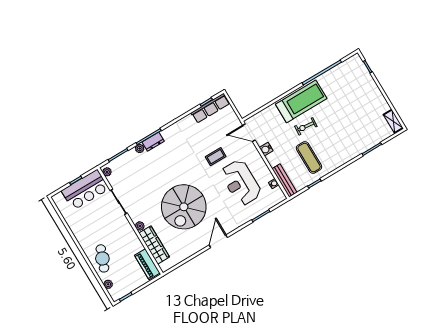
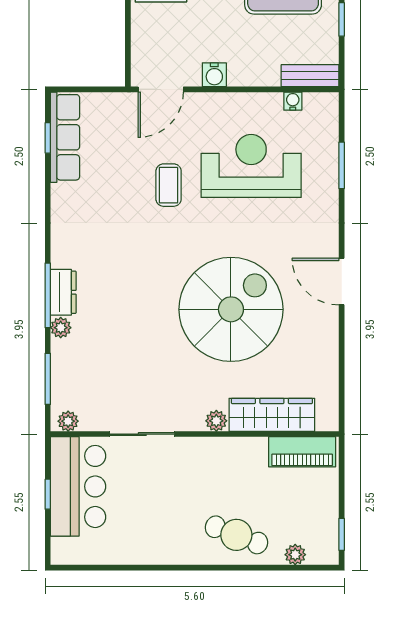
bench: (284, 181) -> (310, 76), width x0.73
reception desk: (241, 183) -> (251, 166), turned 180
spiral stairs: (184, 207) -> (231, 309), turned -90

